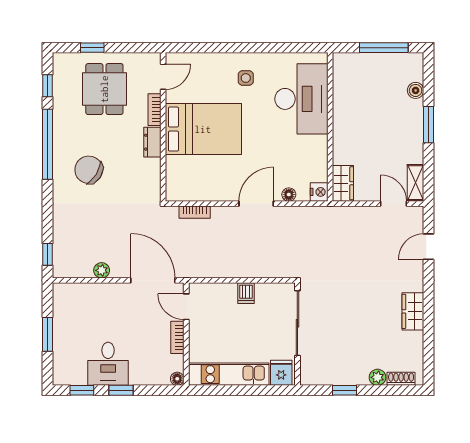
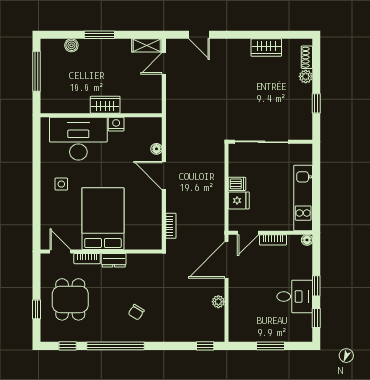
dining table: (104, 89) -> (70, 299), turned 90
chair: (89, 170) -> (136, 312), width x0.54, depth x0.54
wardrobe: (343, 183) -> (105, 105), moved
nightstand: (319, 192) -> (116, 124), moved
wardrobe: (413, 311) -> (266, 48), moved
fridge: (281, 373) -> (239, 200), moved, turned 180

